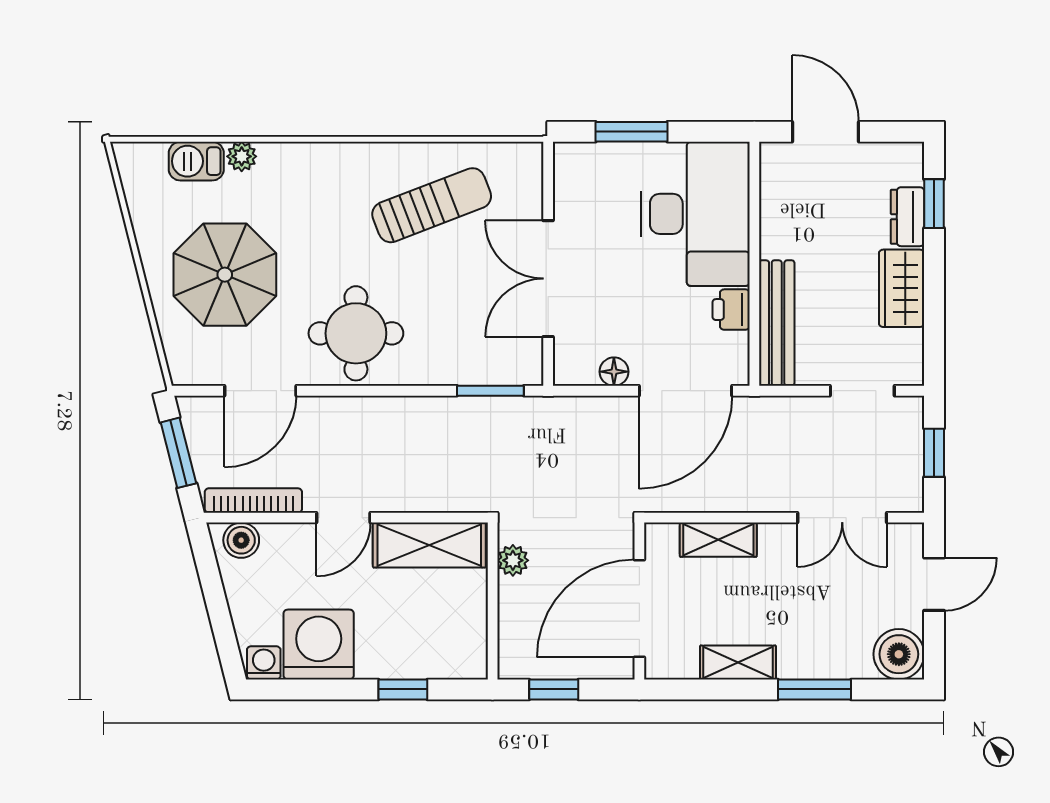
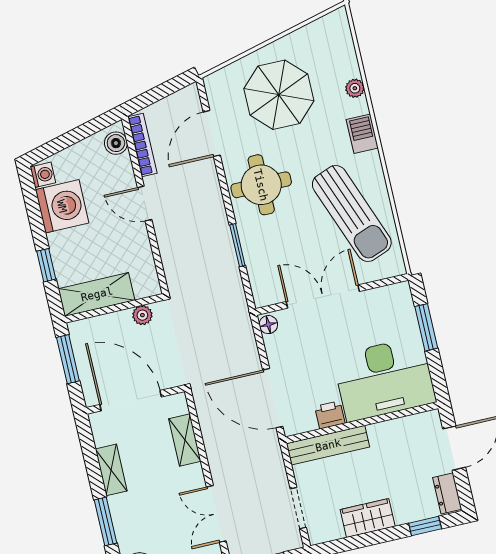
barbecue: (196, 161) -> (362, 134), moved
sun lounger: (432, 205) -> (352, 213), width x1.36, depth x1.34
dresser: (907, 217) -> (447, 493), moved, turned -90
floor lamp: (614, 372) -> (268, 325), moved
door: (260, 391) -> (212, 134), hinge flipped
window: (490, 391) -> (237, 245), moved
window: (178, 453) -> (161, 91), removed
shelving: (429, 545) -> (97, 294), moved, turned 90
window: (554, 689) -> (68, 359), width x1.50

